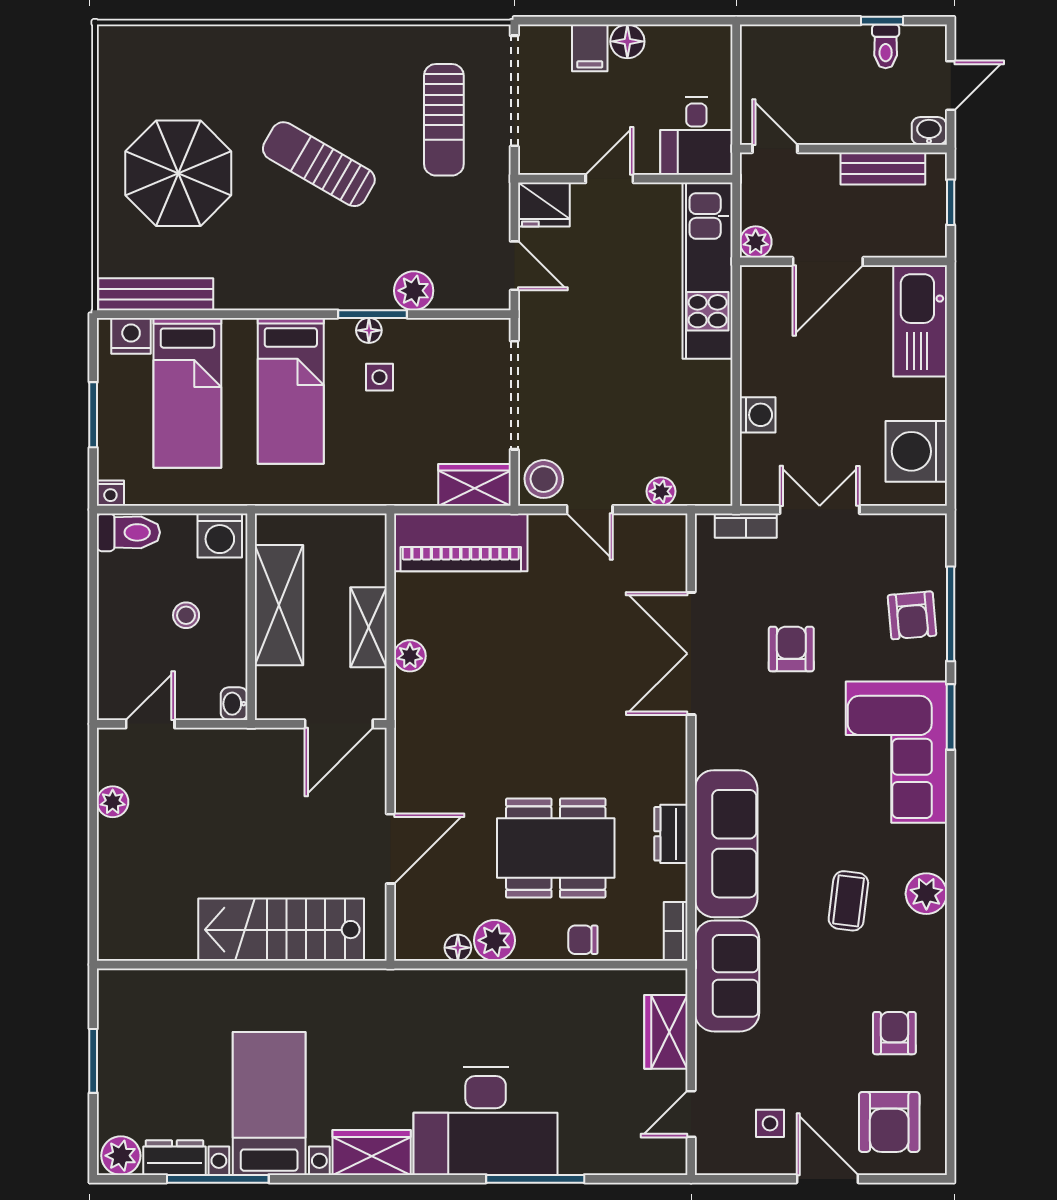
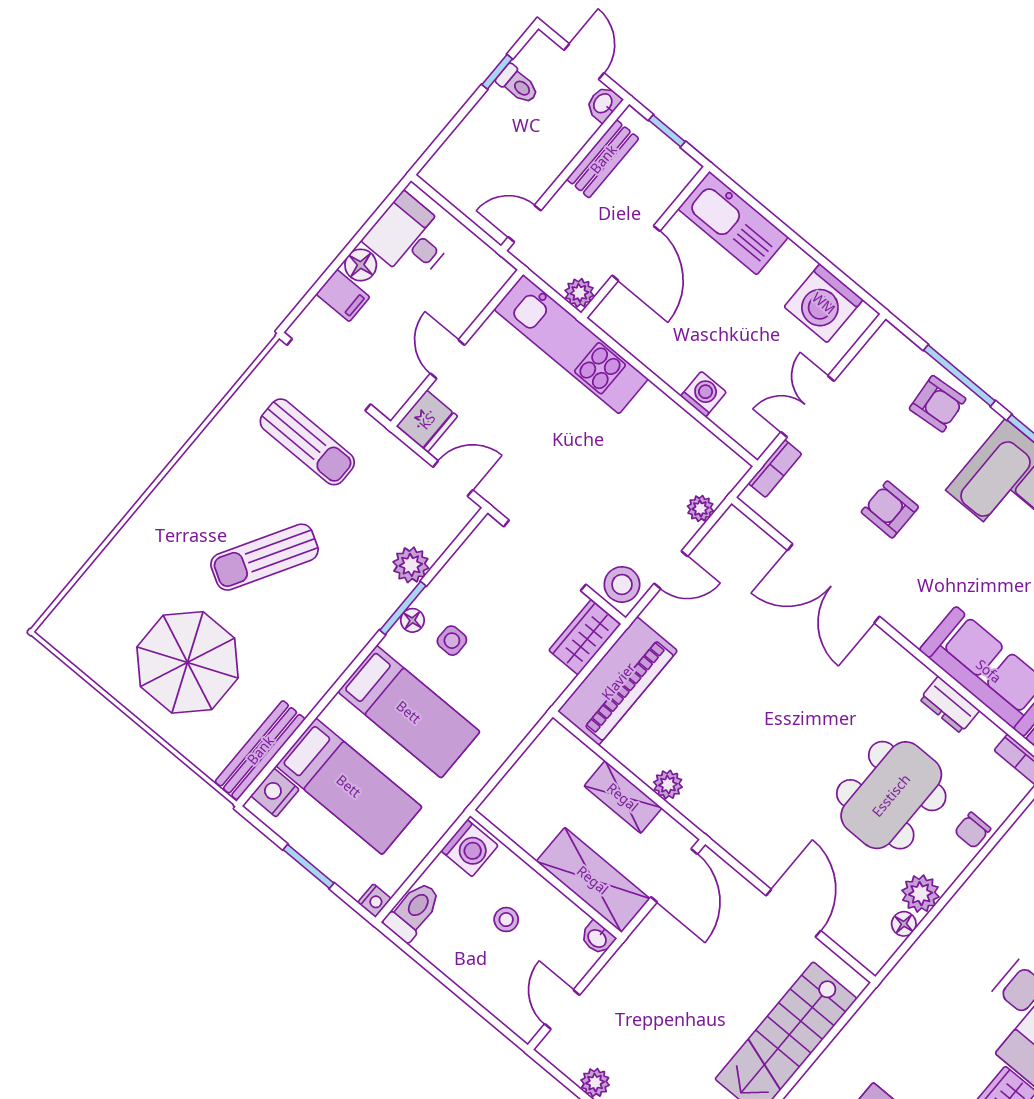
desk: (696, 136) -> (410, 238), moved, turned 180
shelving: (279, 605) -> (593, 880), moved

